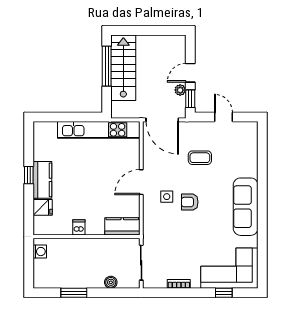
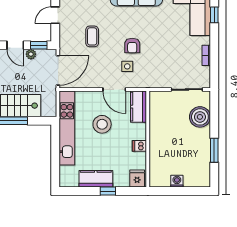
stool: (103, 169) -> (102, 124), added
kitchen counter: (42, 180) -> (96, 179), moved
kitchen counter: (122, 226) -> (139, 107), moved
dishwasher: (79, 227) -> (139, 146), moved
wall: (86, 237) -> (148, 139), moved
boiler: (111, 282) -> (200, 117), width x1.86, depth x1.86

